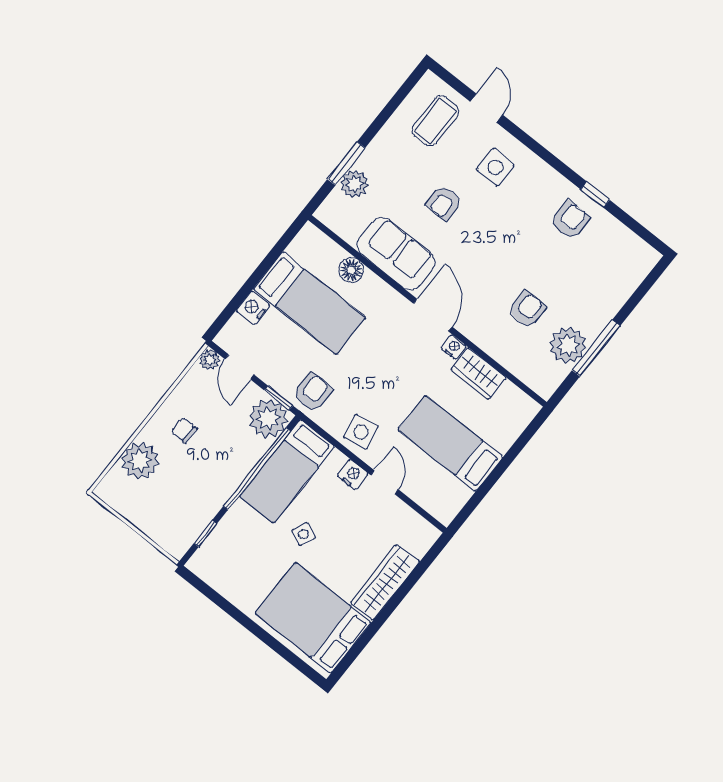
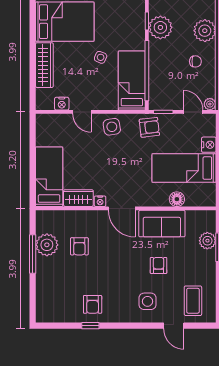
armchair: (313, 392) -> (149, 127), turned -97
plant: (268, 418) -> (160, 27), moved
bed: (450, 443) -> (49, 177), moved, turned -90
nightstand: (353, 474) -> (62, 104), moved

